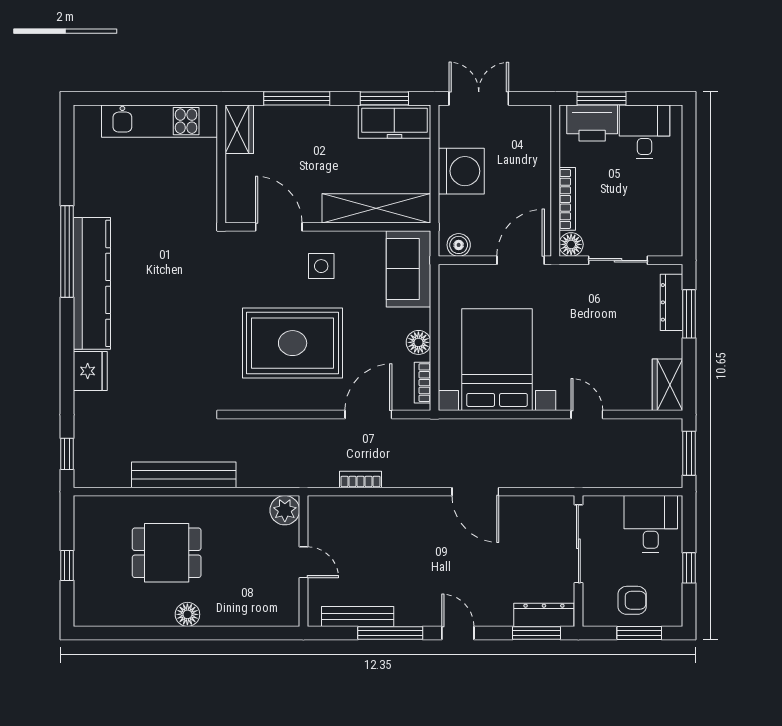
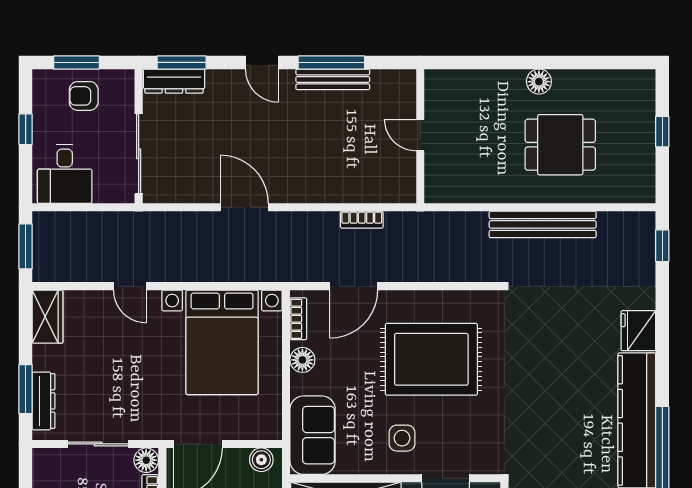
plant: (285, 510) -> (439, 188), removed
bench: (358, 616) -> (333, 79), moved

